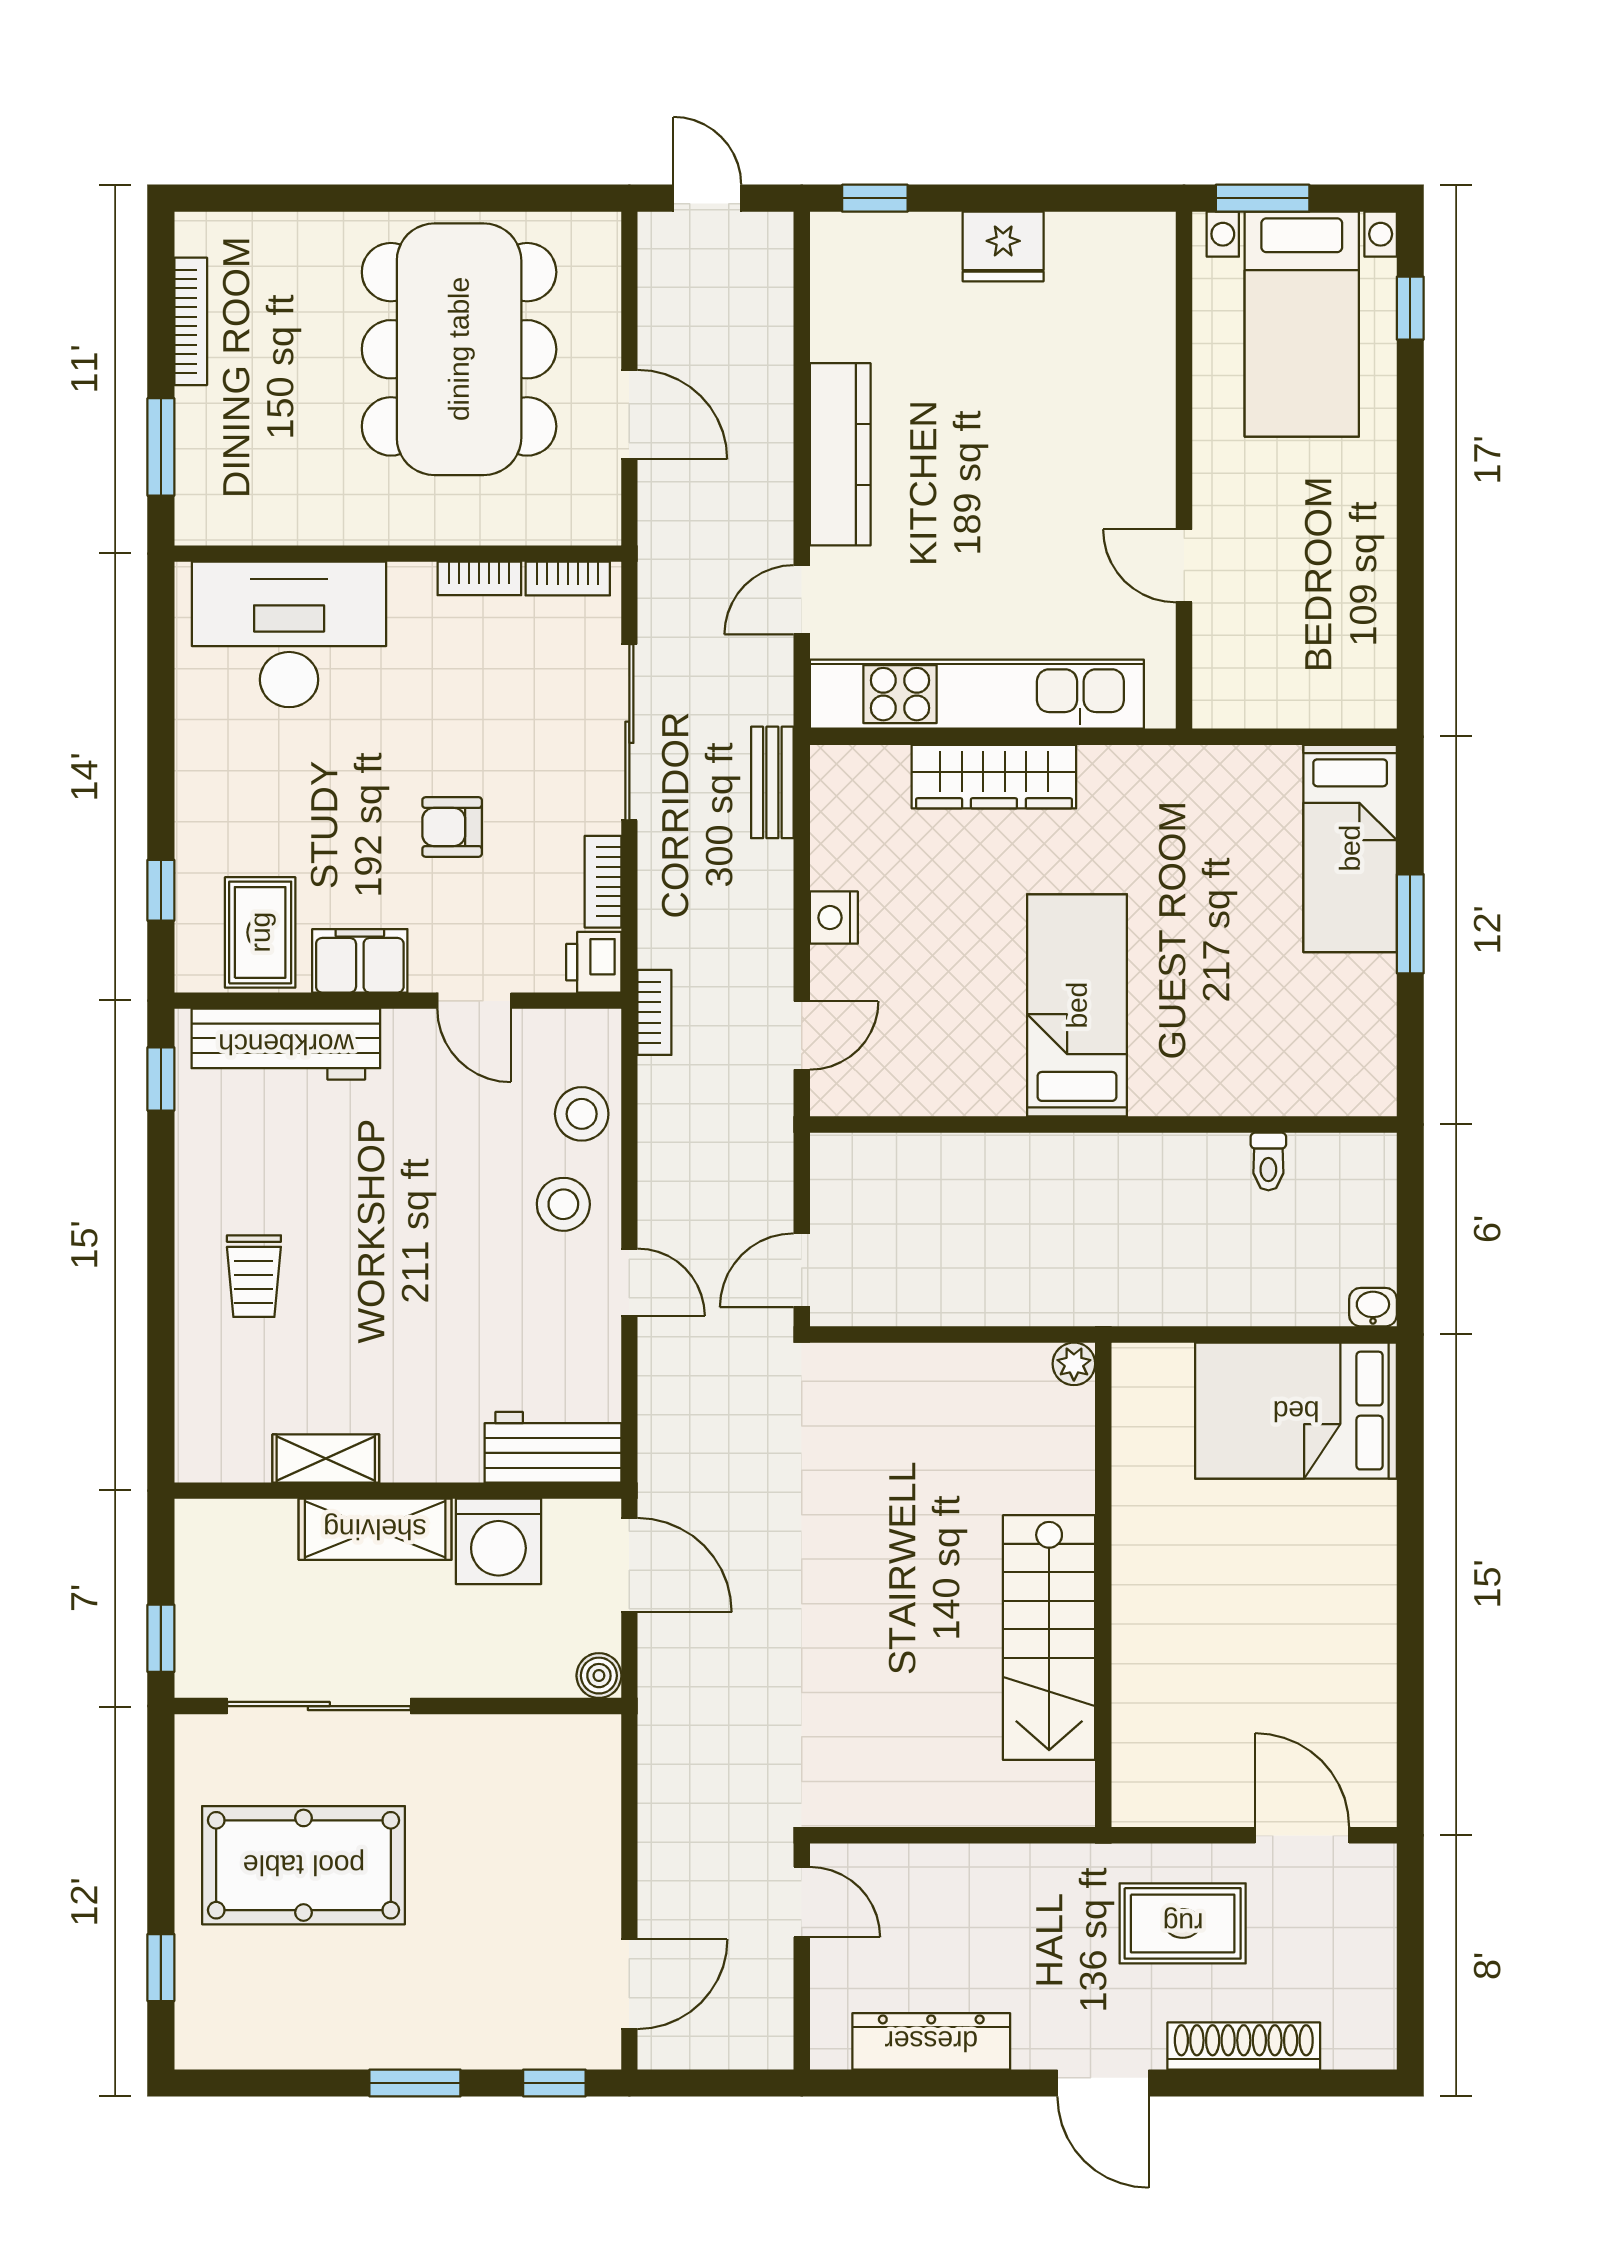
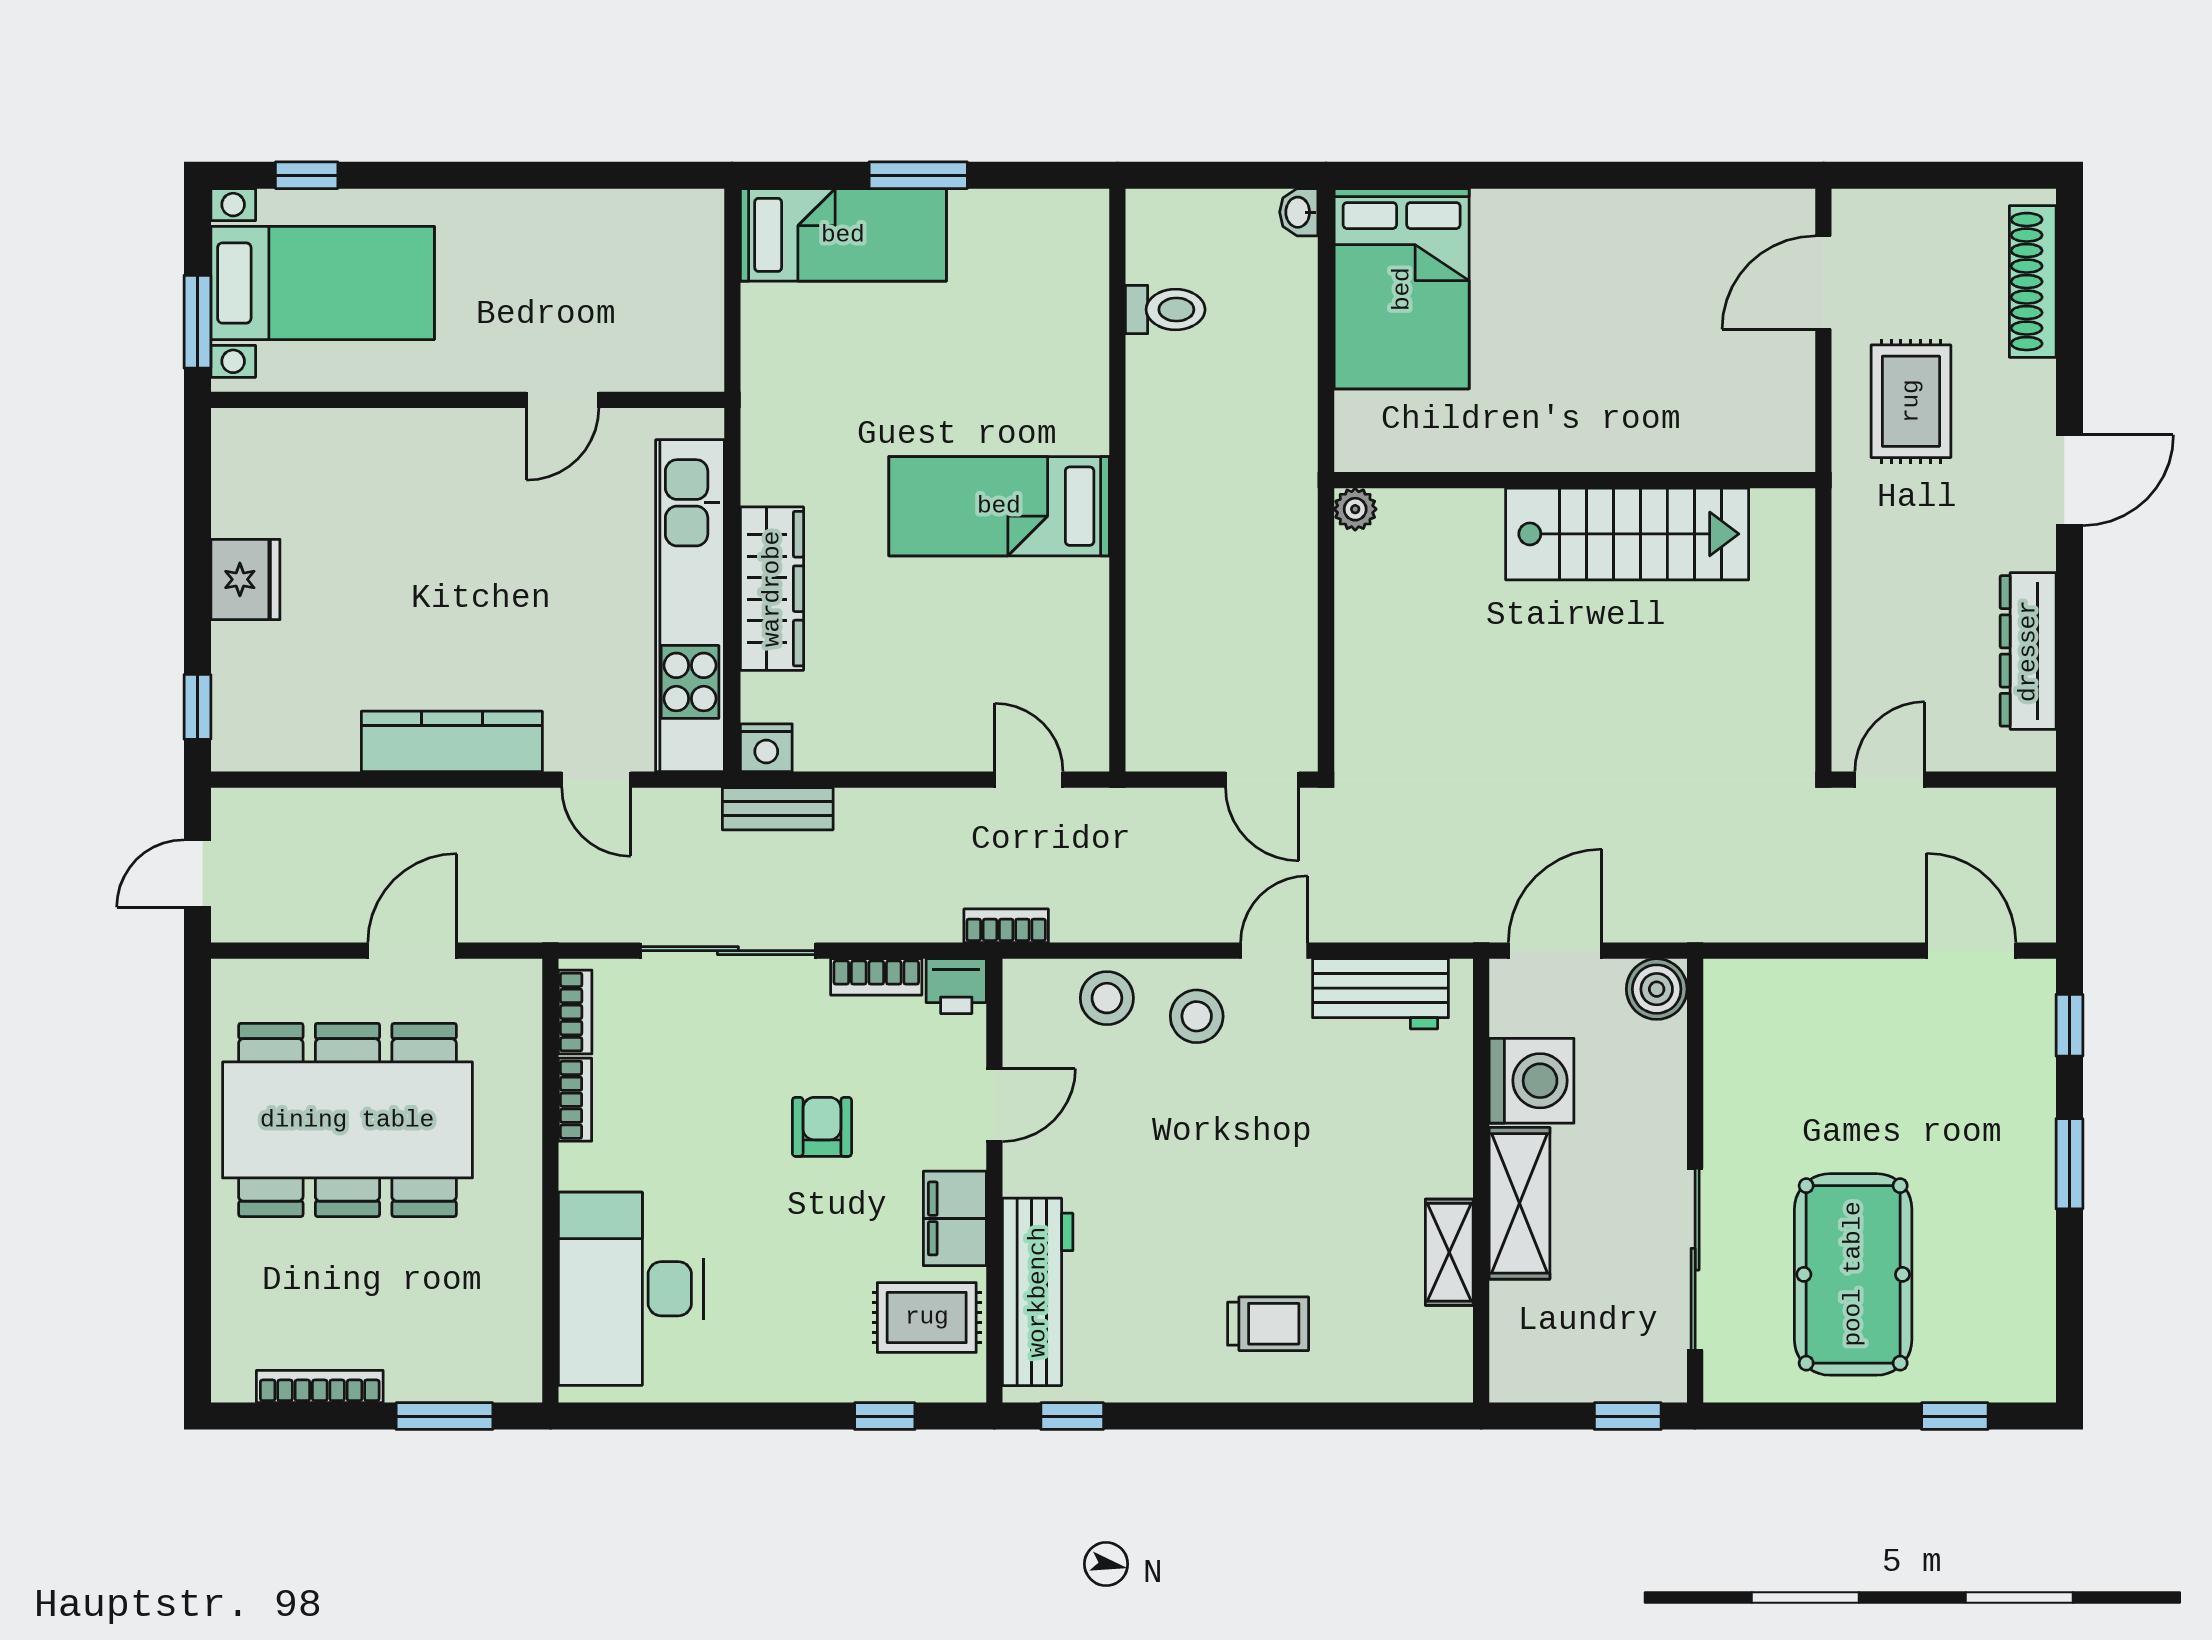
armchair: (452, 827) -> (822, 1127), turned 180
nightstand: (834, 918) -> (766, 748), moved
toilet: (1268, 1161) -> (1165, 310), width x1.37, depth x1.39
workbench: (553, 1447) -> (1381, 994), moved, turned -90
boiler: (599, 1676) -> (1657, 989), width x1.36, depth x1.36
shoe rack: (1244, 2046) -> (2033, 282), moved

